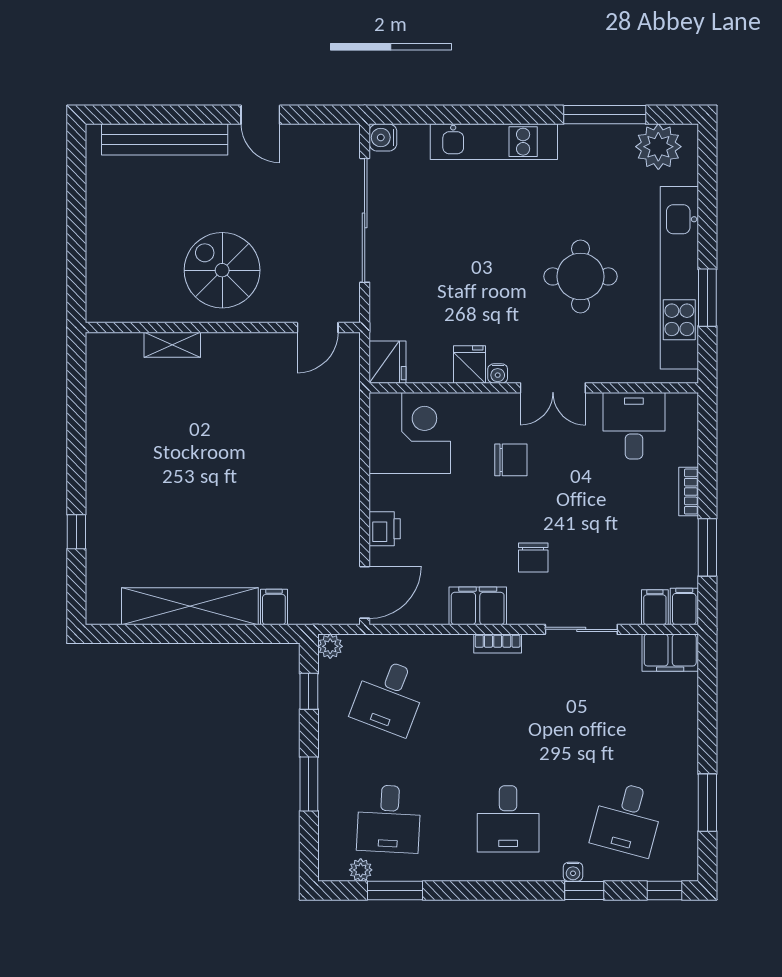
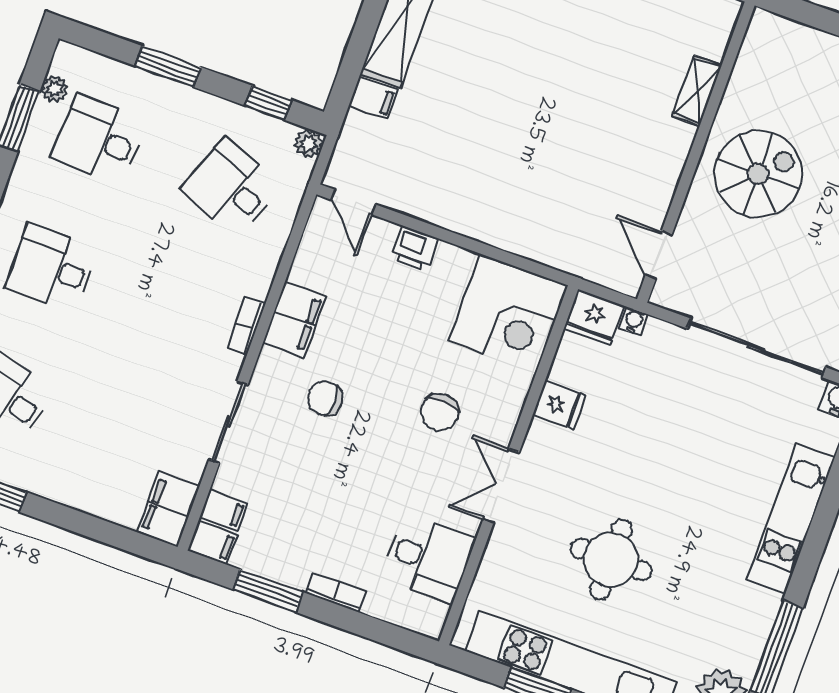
water cooler: (498, 374) -> (633, 321), moved, turned 90
door: (365, 592) -> (353, 202), width x0.73

